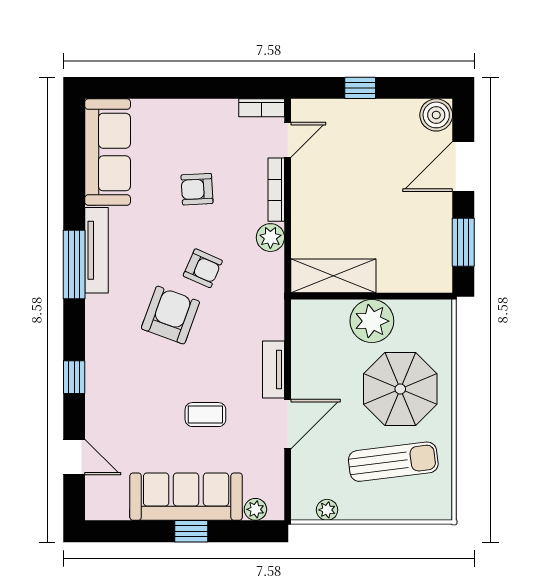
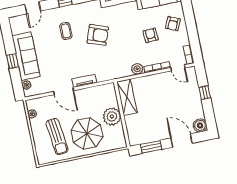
armchair: (203, 268) -> (173, 24), moved
coffee table: (205, 415) -> (66, 31), moved

